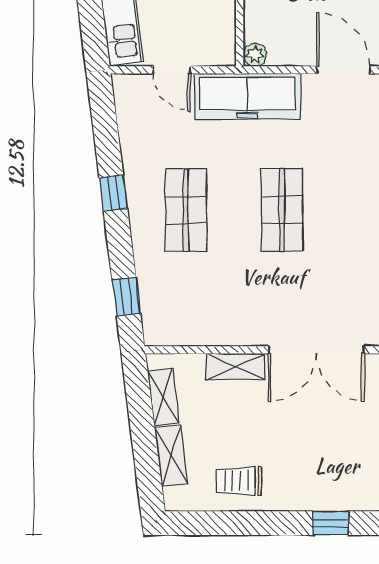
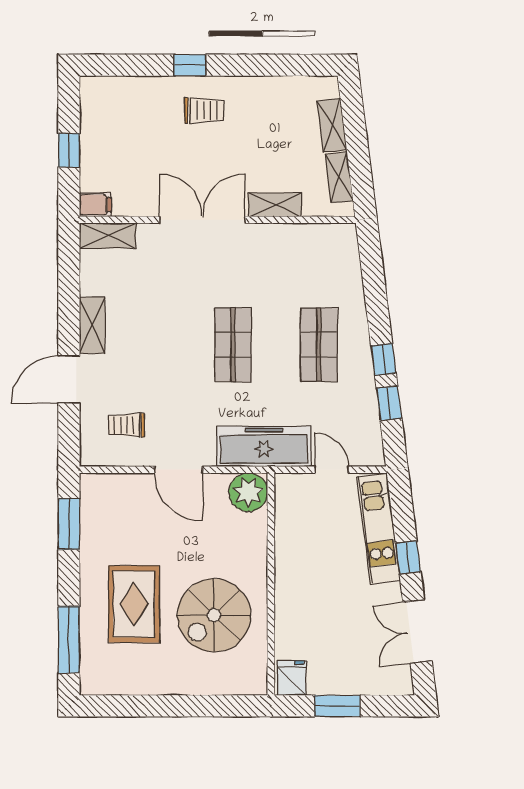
plant: (255, 55) -> (248, 492), width x1.88, depth x1.88
window: (126, 297) -> (389, 403), moved
trolley: (239, 481) -> (204, 110), moved

